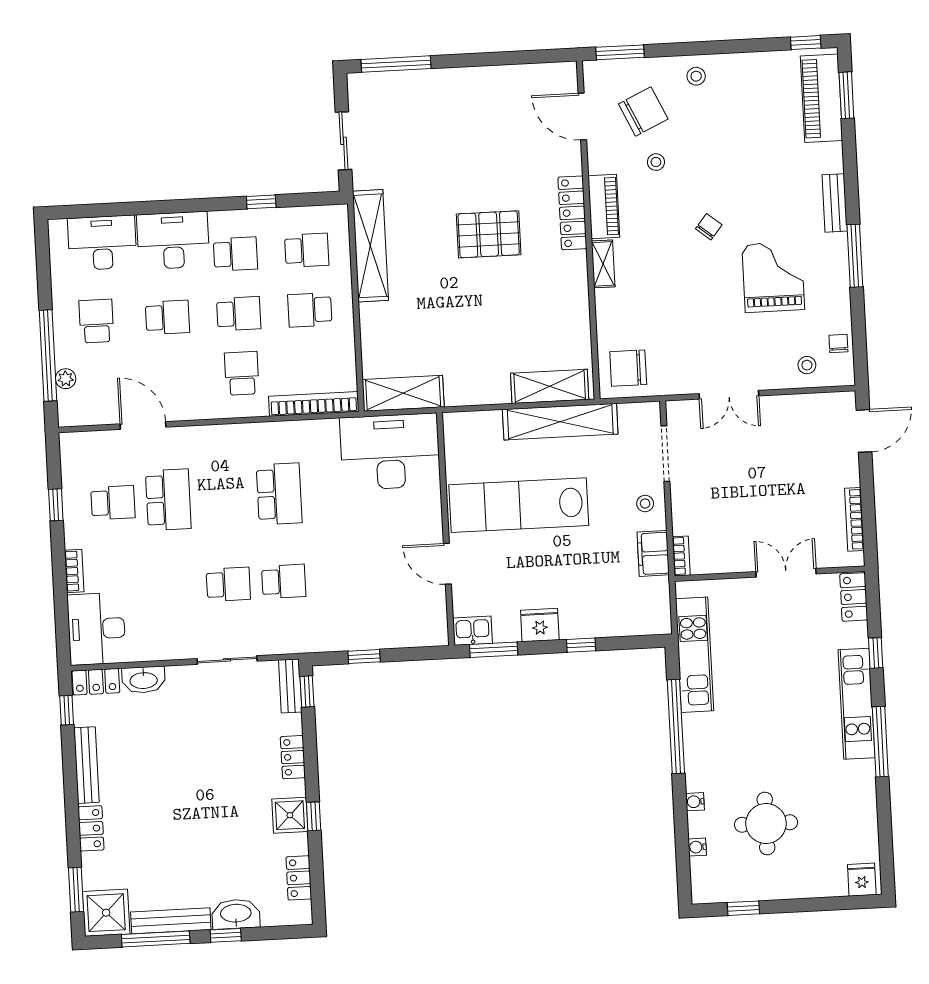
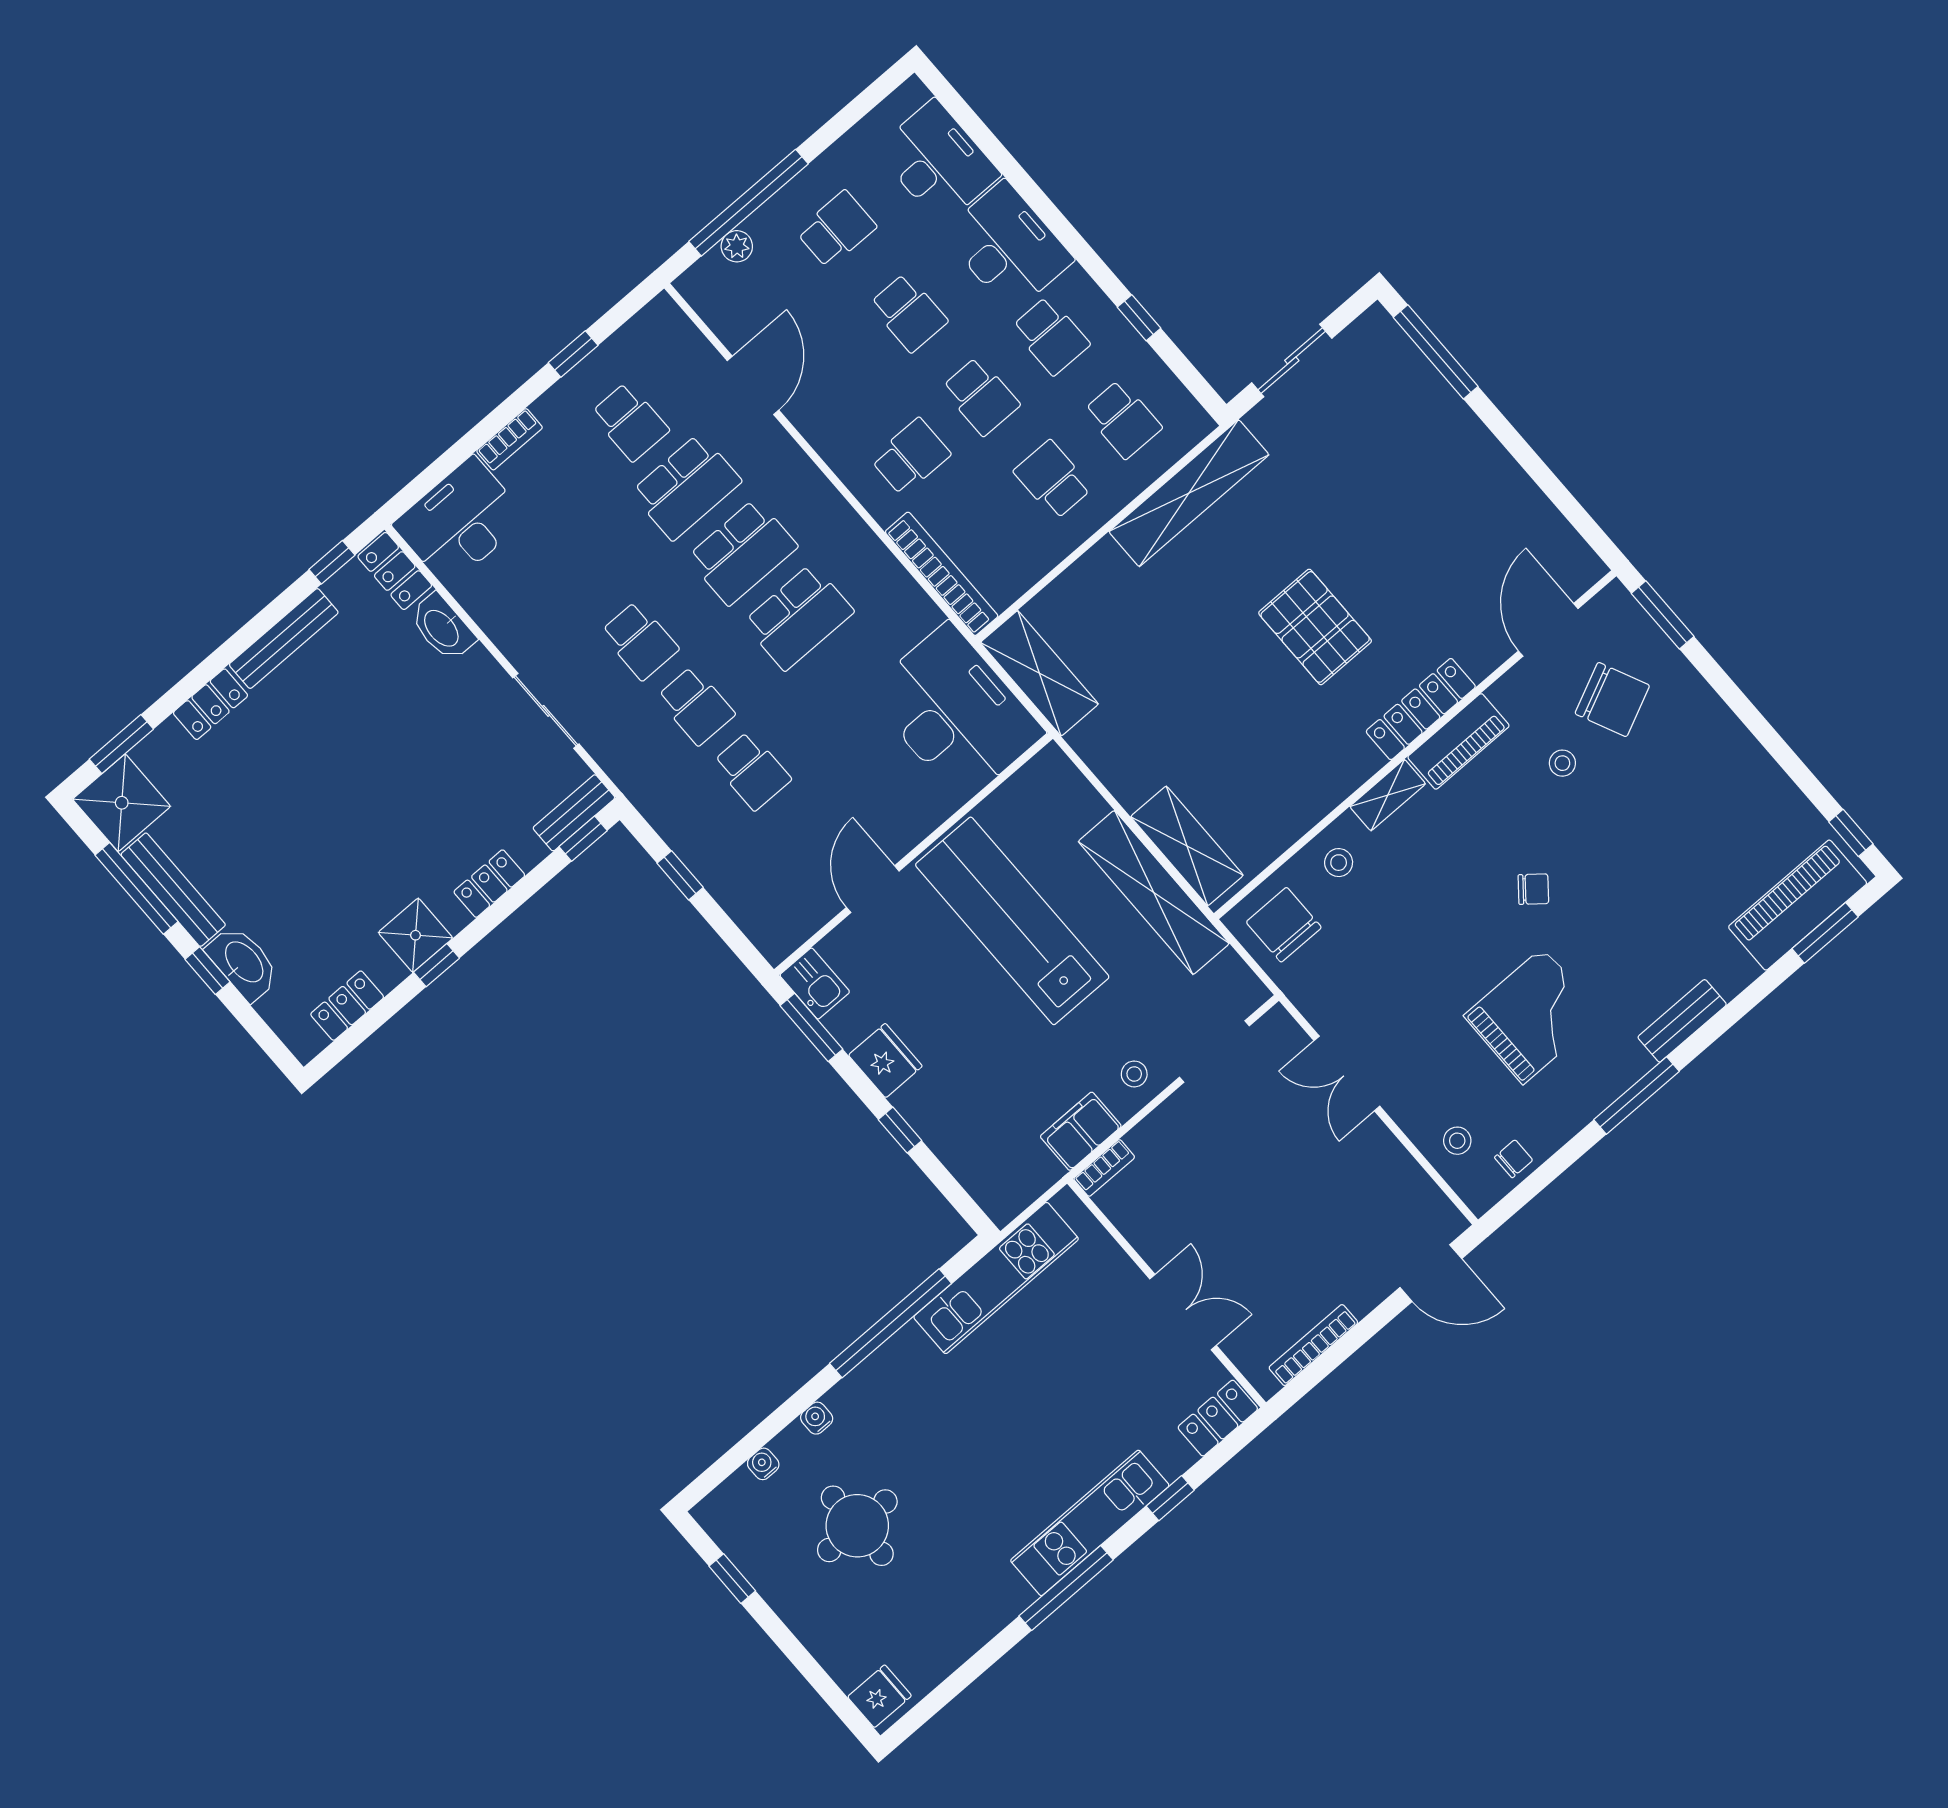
stool: (696, 76) -> (1339, 863), moved
school desk: (224, 497) -> (742, 552), added
school desk: (339, 579) -> (752, 771), added

